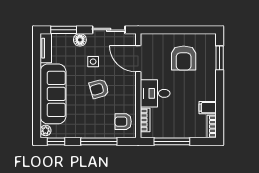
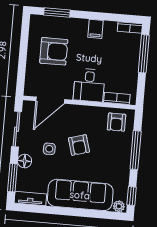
filing cabinet: (208, 108) -> (96, 29), moved
window: (172, 141) -> (144, 54), moved

